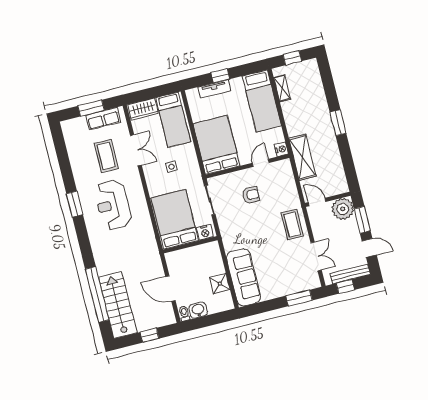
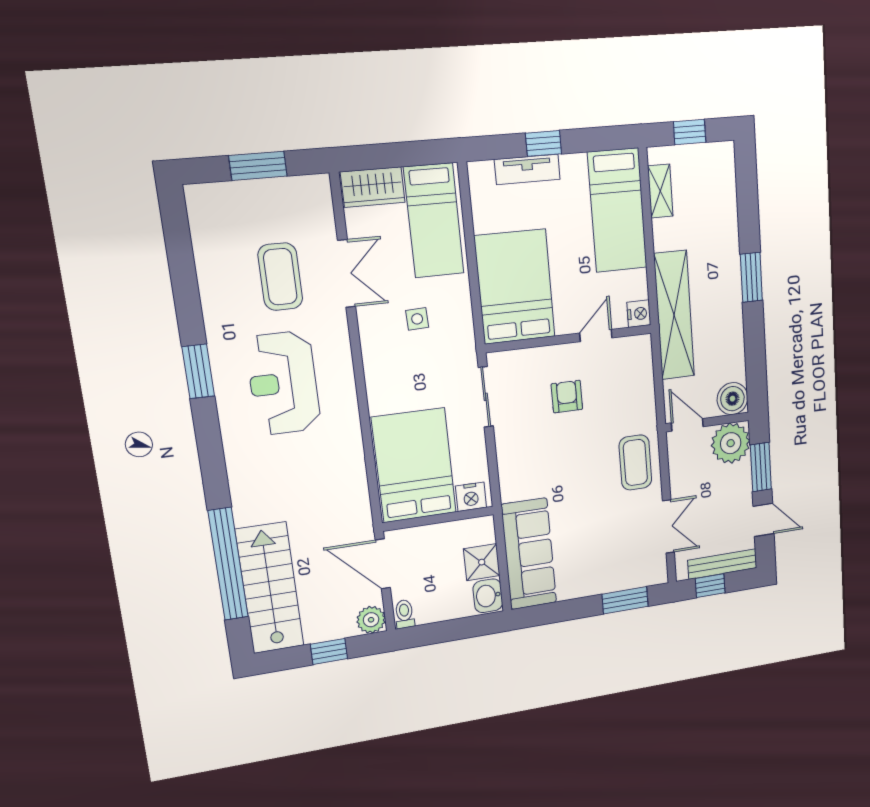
row of seats: (103, 119) -> (283, 194), removed
shelving: (302, 157) -> (674, 315), width x1.47
boiler: (339, 186) -> (732, 399), added
armchair: (251, 195) -> (567, 397), turned -90
bed: (175, 219) -> (414, 465), moved
nightstand: (205, 232) -> (471, 497), moved
wall: (190, 245) -> (438, 519), moved
washbasin: (198, 310) -> (488, 596), moved, turned -90
plant: (168, 318) -> (371, 620), added

